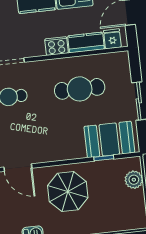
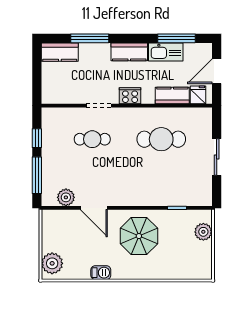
cooker: (57, 46) -> (130, 96), moved
booth: (109, 139) -> (184, 191), removed

